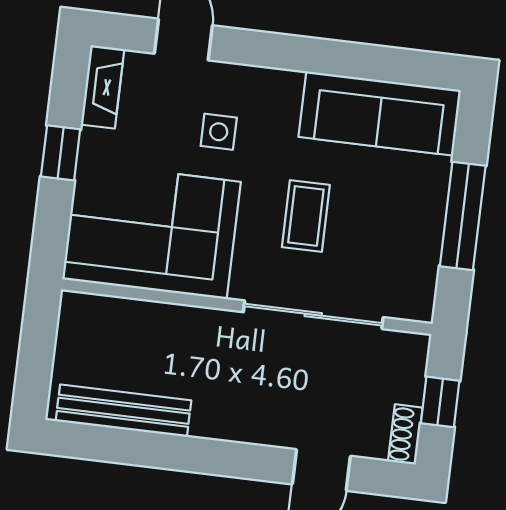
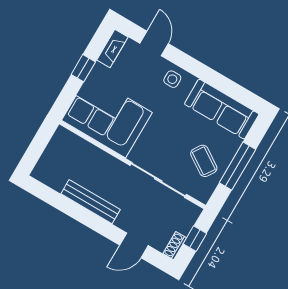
side table: (219, 132) -> (172, 79), moved
coffee table: (306, 216) -> (204, 161), moved, turned -57
bench: (123, 411) -> (91, 202), moved

